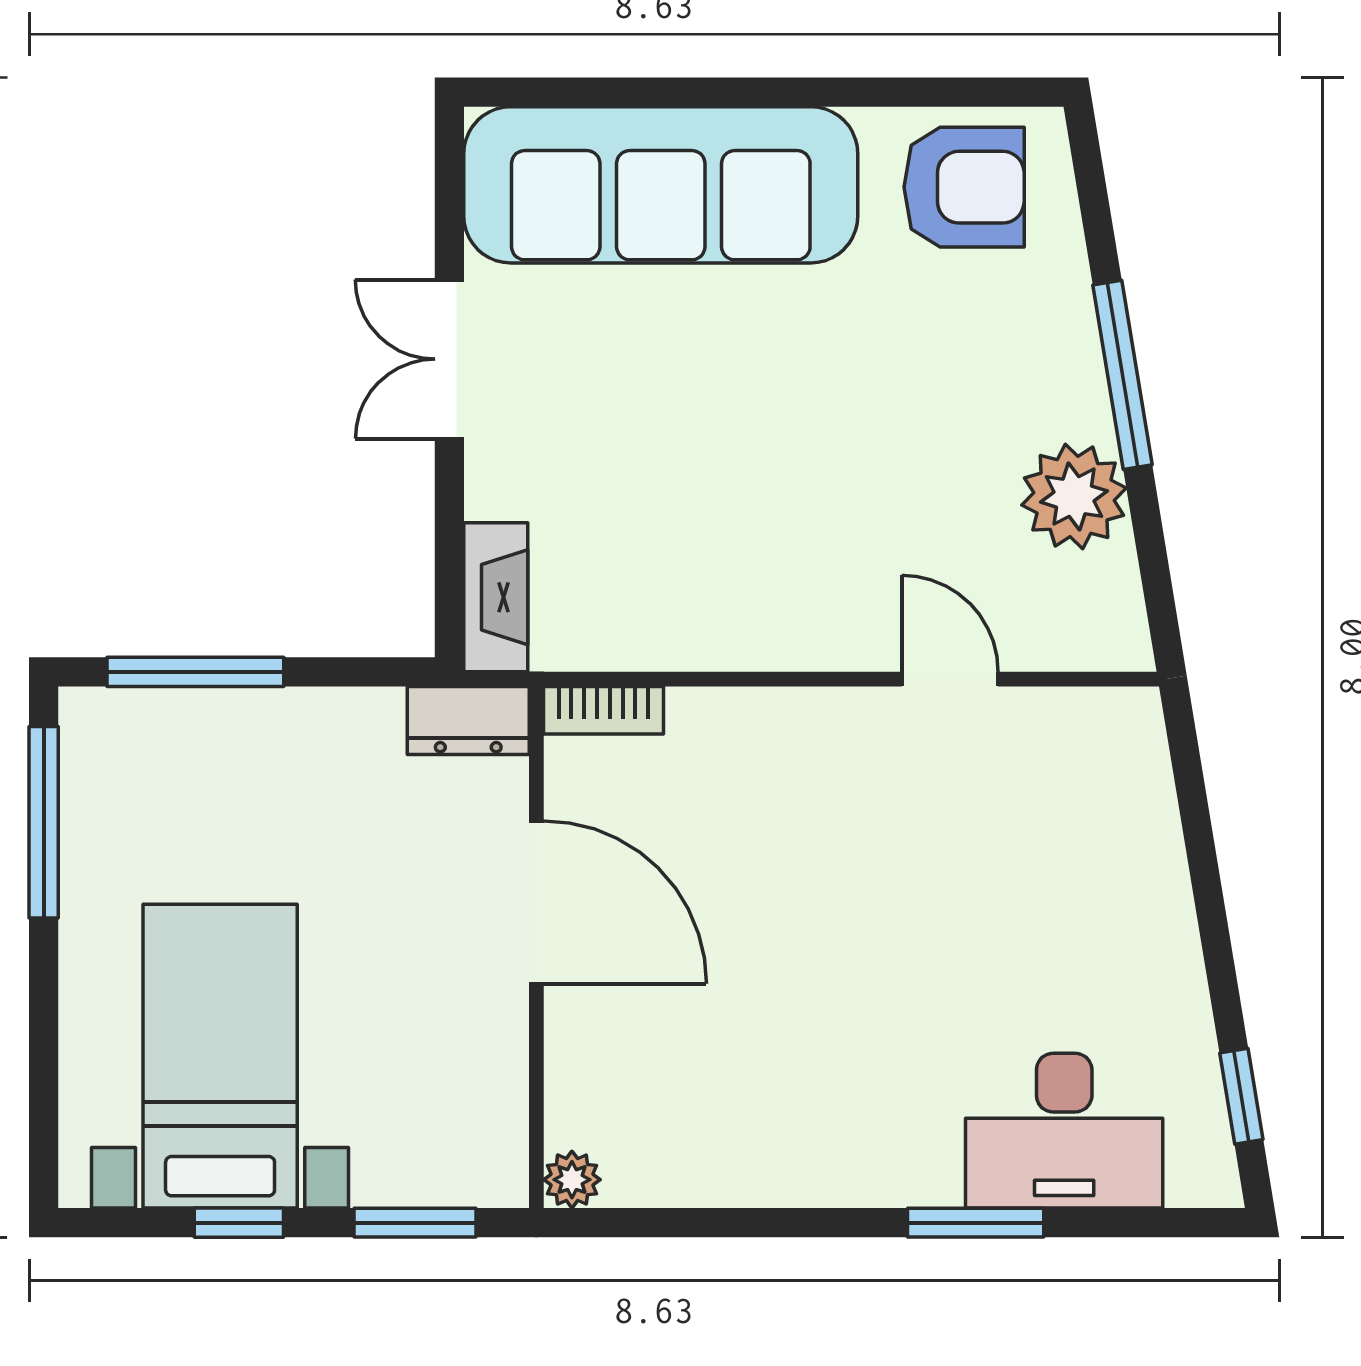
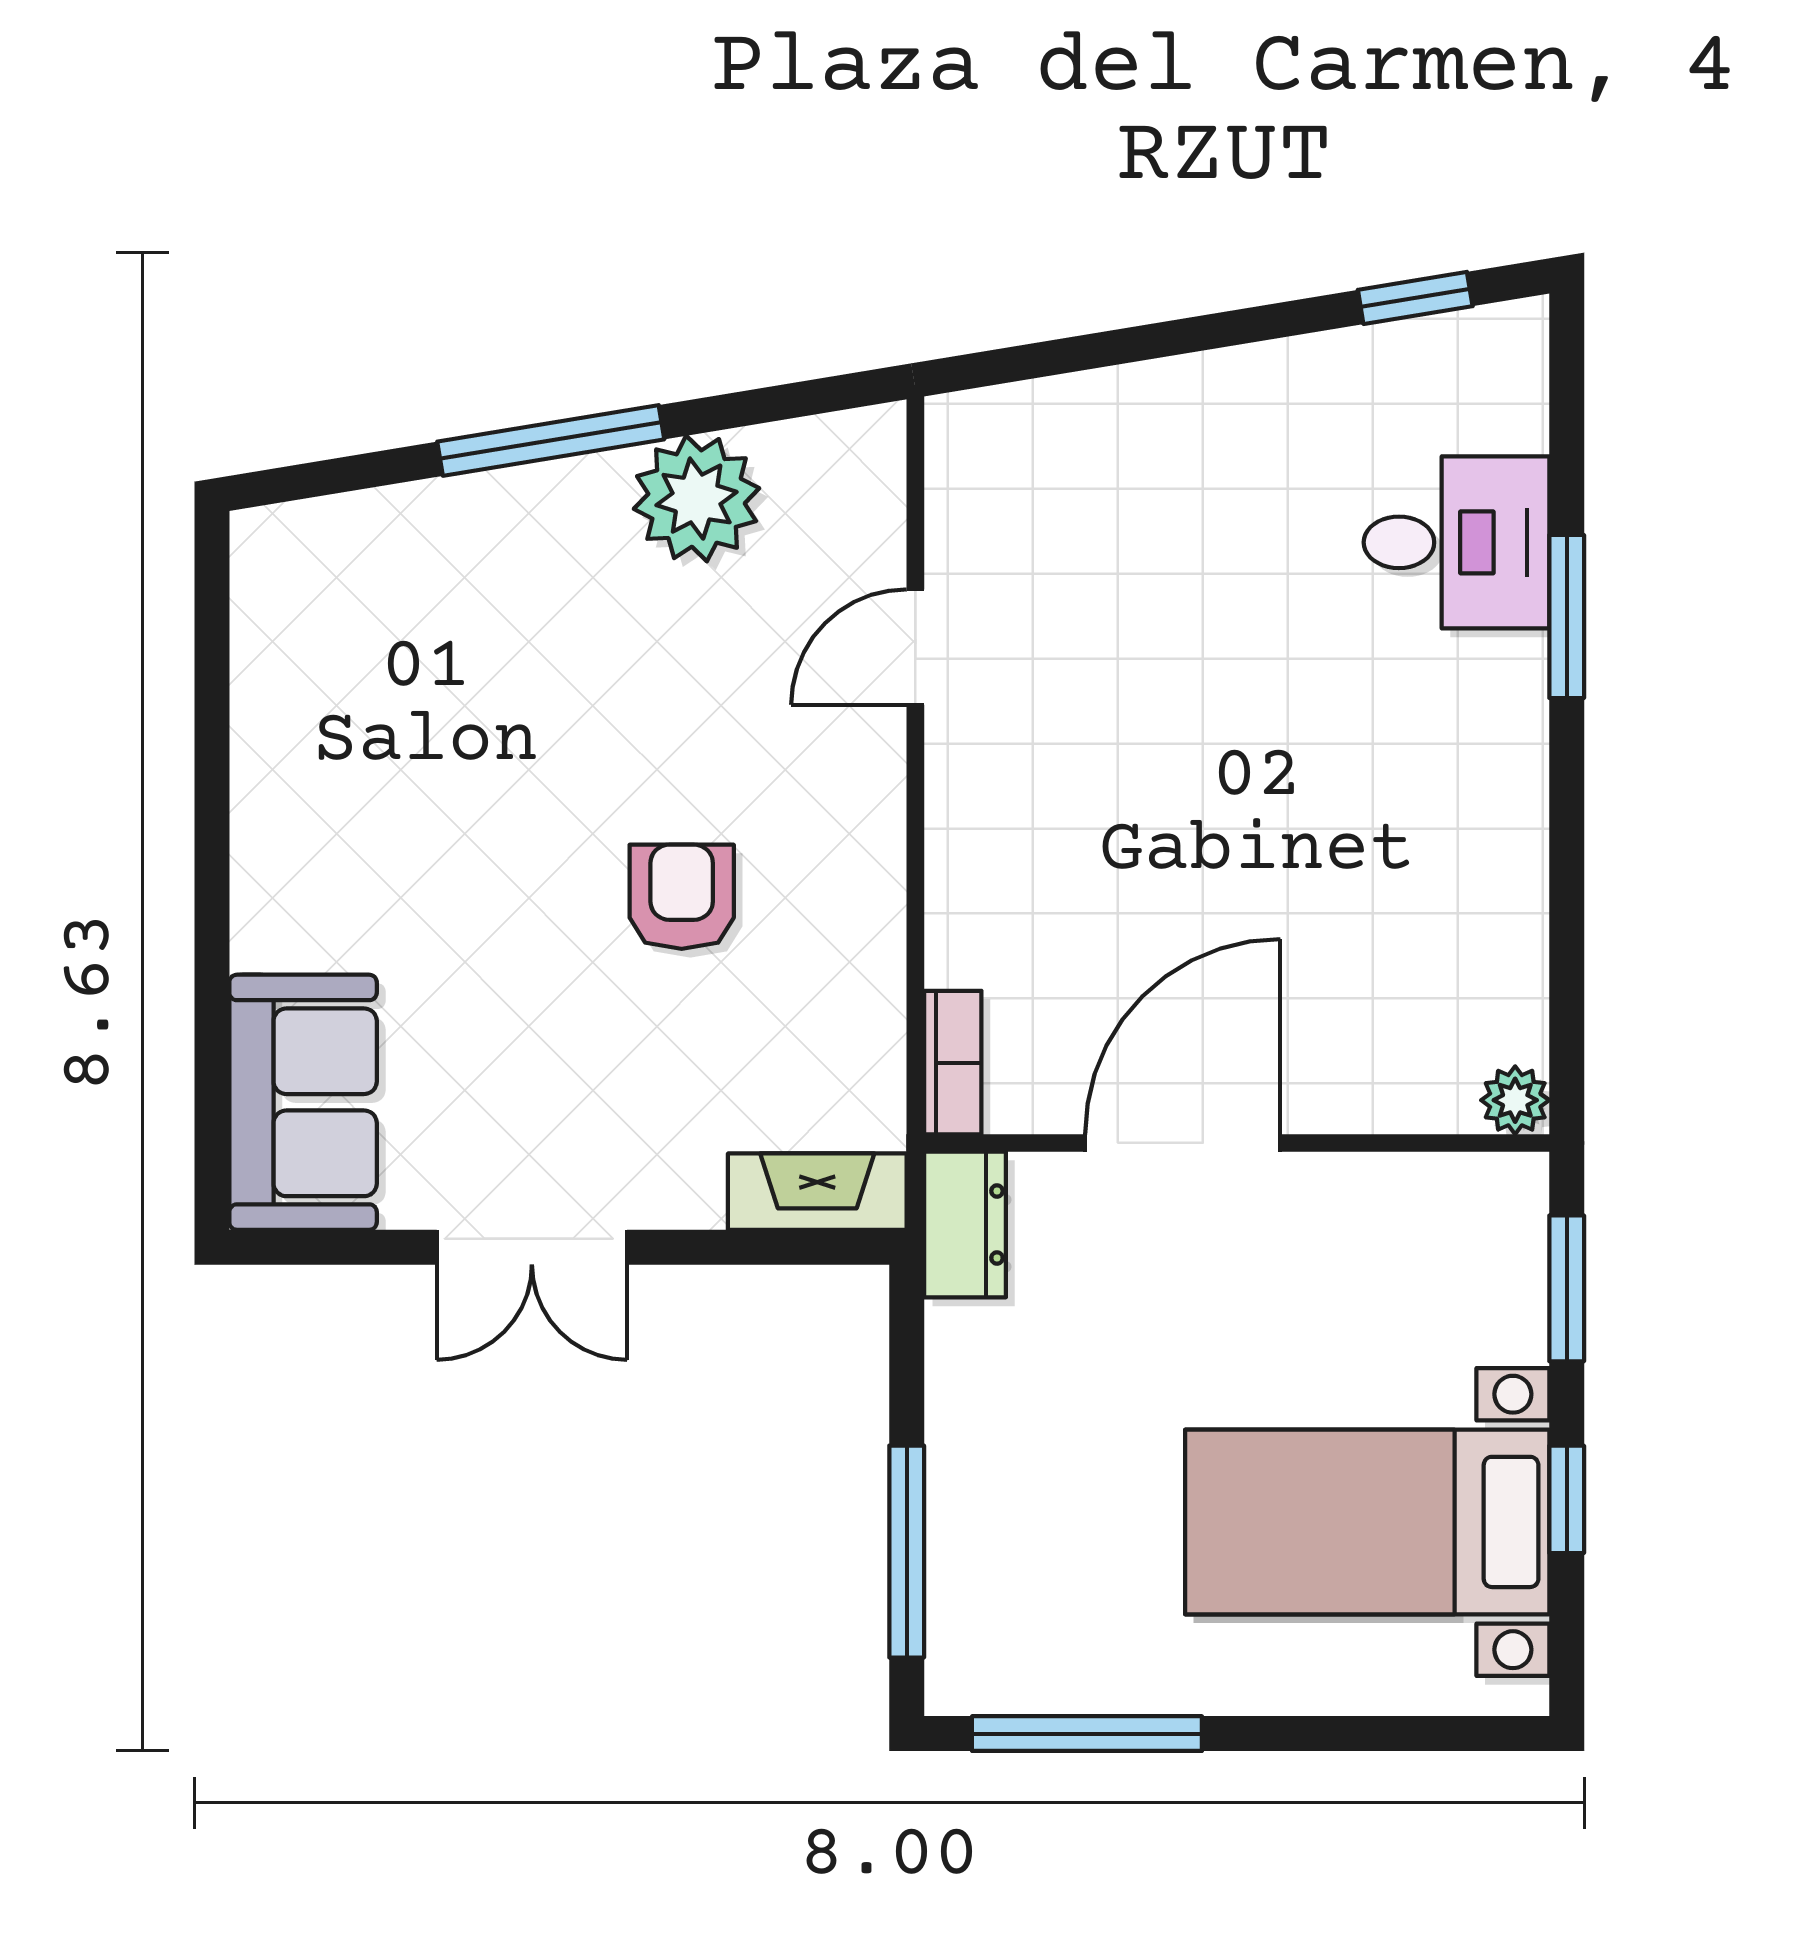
sofa: (661, 185) -> (303, 1102), width x0.54, depth x0.79
armchair: (964, 187) -> (682, 897), moved, width x0.72, depth x0.72
desk: (1064, 1131) -> (1457, 542), width x0.73

